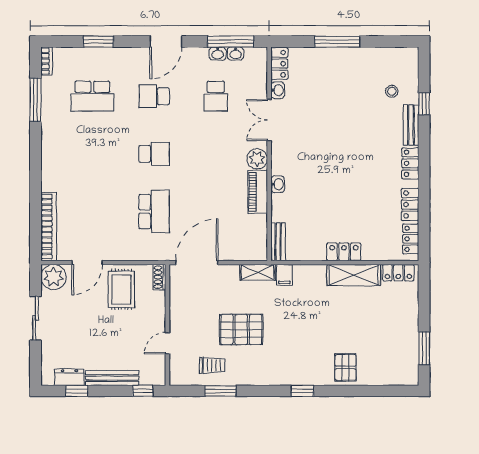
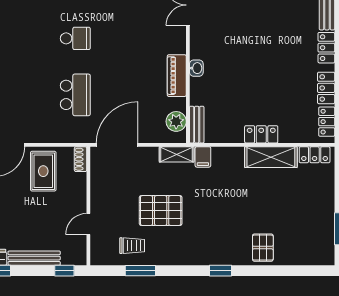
plant: (257, 159) -> (176, 121), moved

